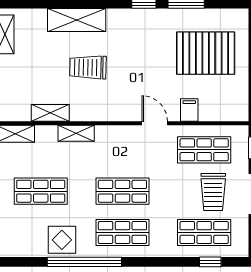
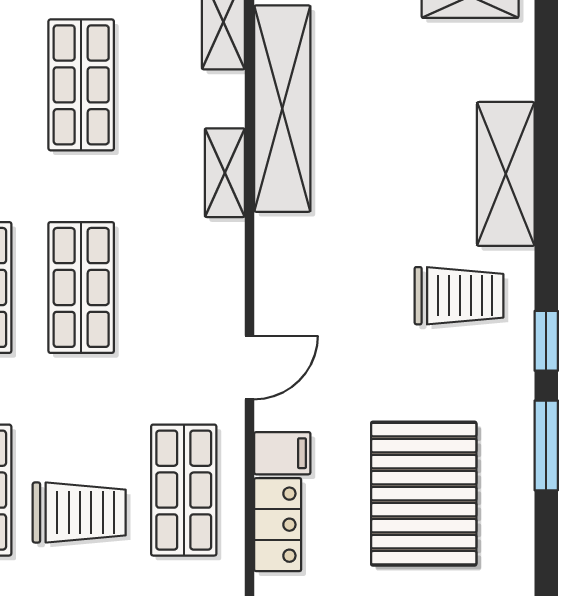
trolley: (88, 67) -> (459, 296), moved, turned 89
locker: (218, 112) -> (278, 525), added
shelving: (50, 113) -> (282, 109), width x2.20, depth x1.33
trolley: (213, 192) -> (79, 512), turned 180

